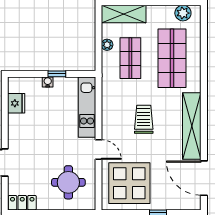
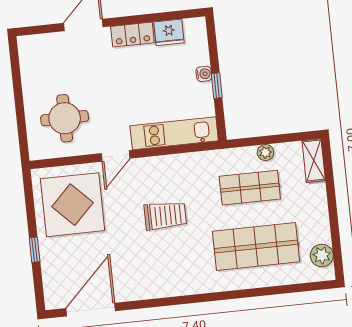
shelving: (124, 14) -> (314, 161), width x0.67, depth x0.75
shelving: (192, 126) -> (163, 285), removed
locker: (22, 203) -> (132, 35), moved, turned 90

